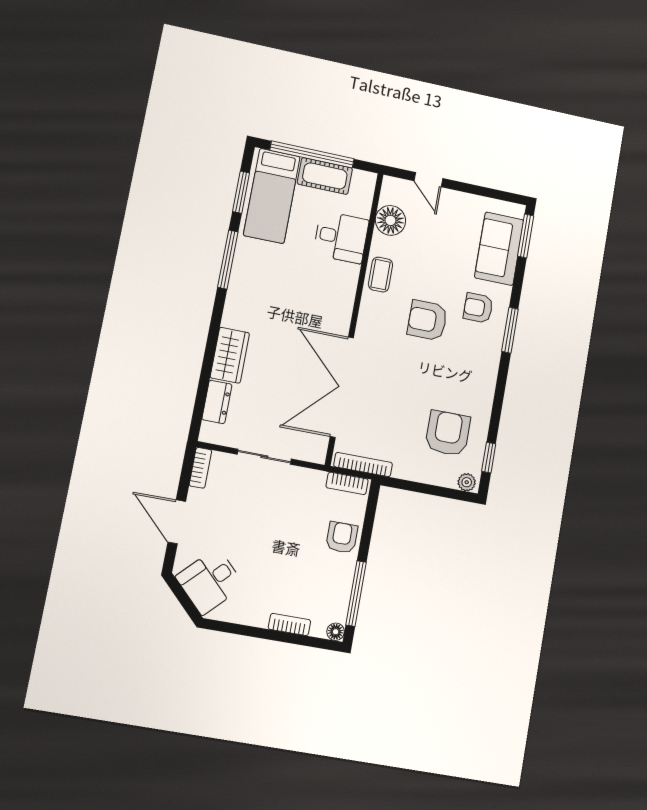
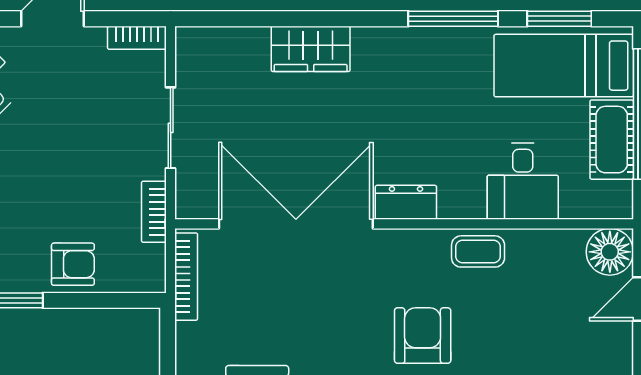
floor lamp: (390, 220) -> (610, 252), moved
dresser: (217, 402) -> (406, 202), moved, turned 180
bookcase: (347, 483) -> (154, 212), moved

